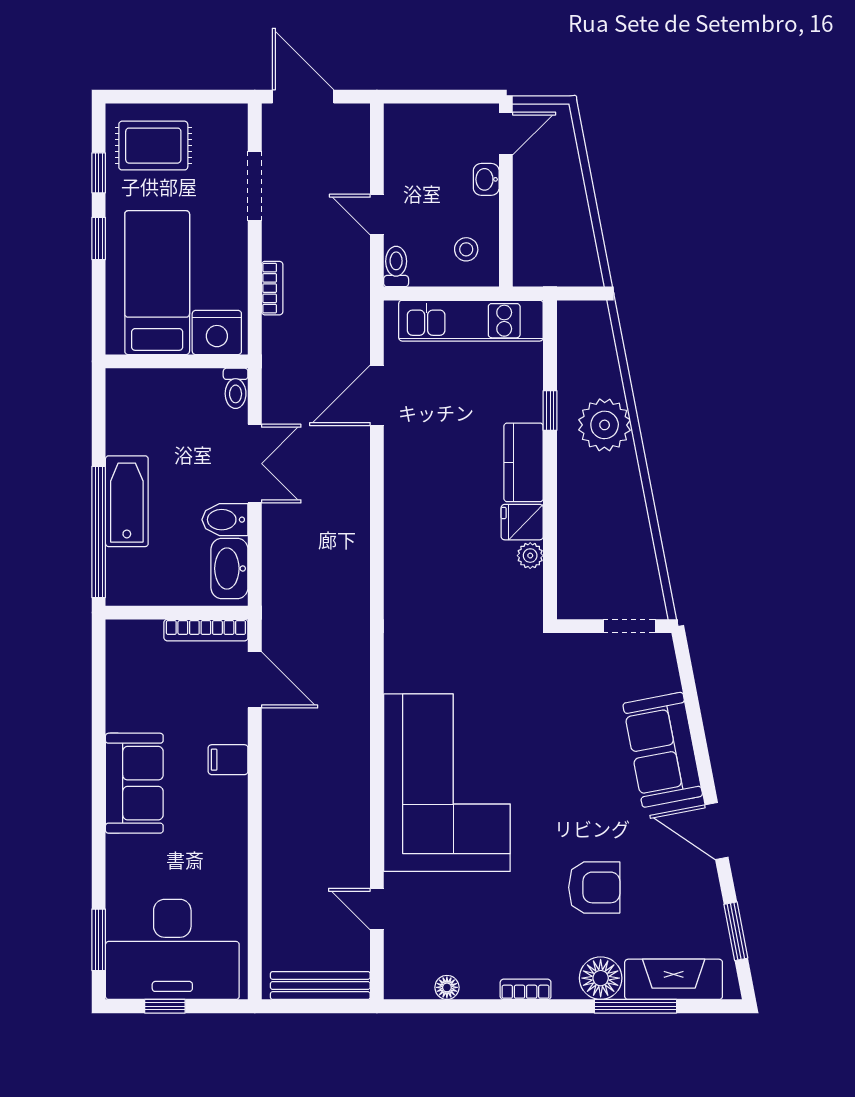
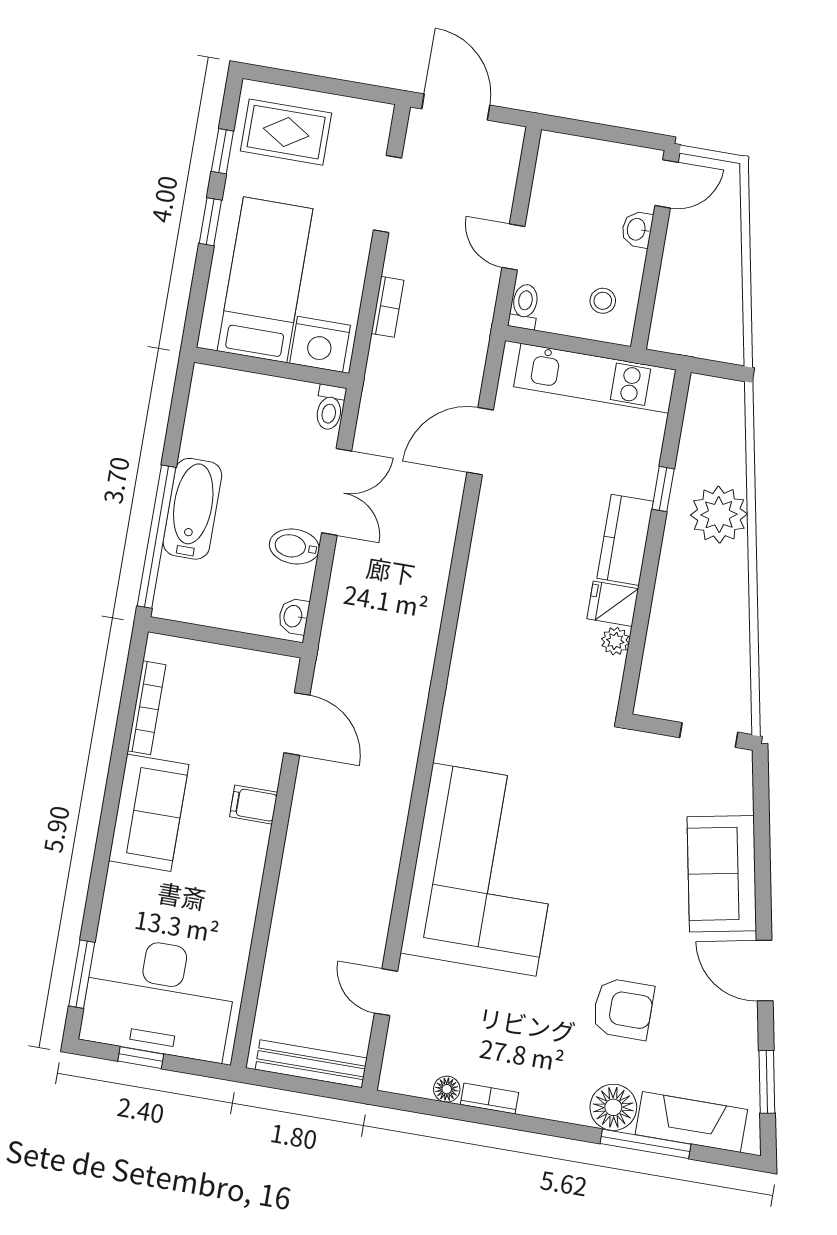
washbasin: (229, 569) -> (294, 616), width x0.52, depth x0.69
bookcase: (206, 630) -> (147, 708), moved, turned -90
bookcase: (526, 989) -> (489, 1099), moved

